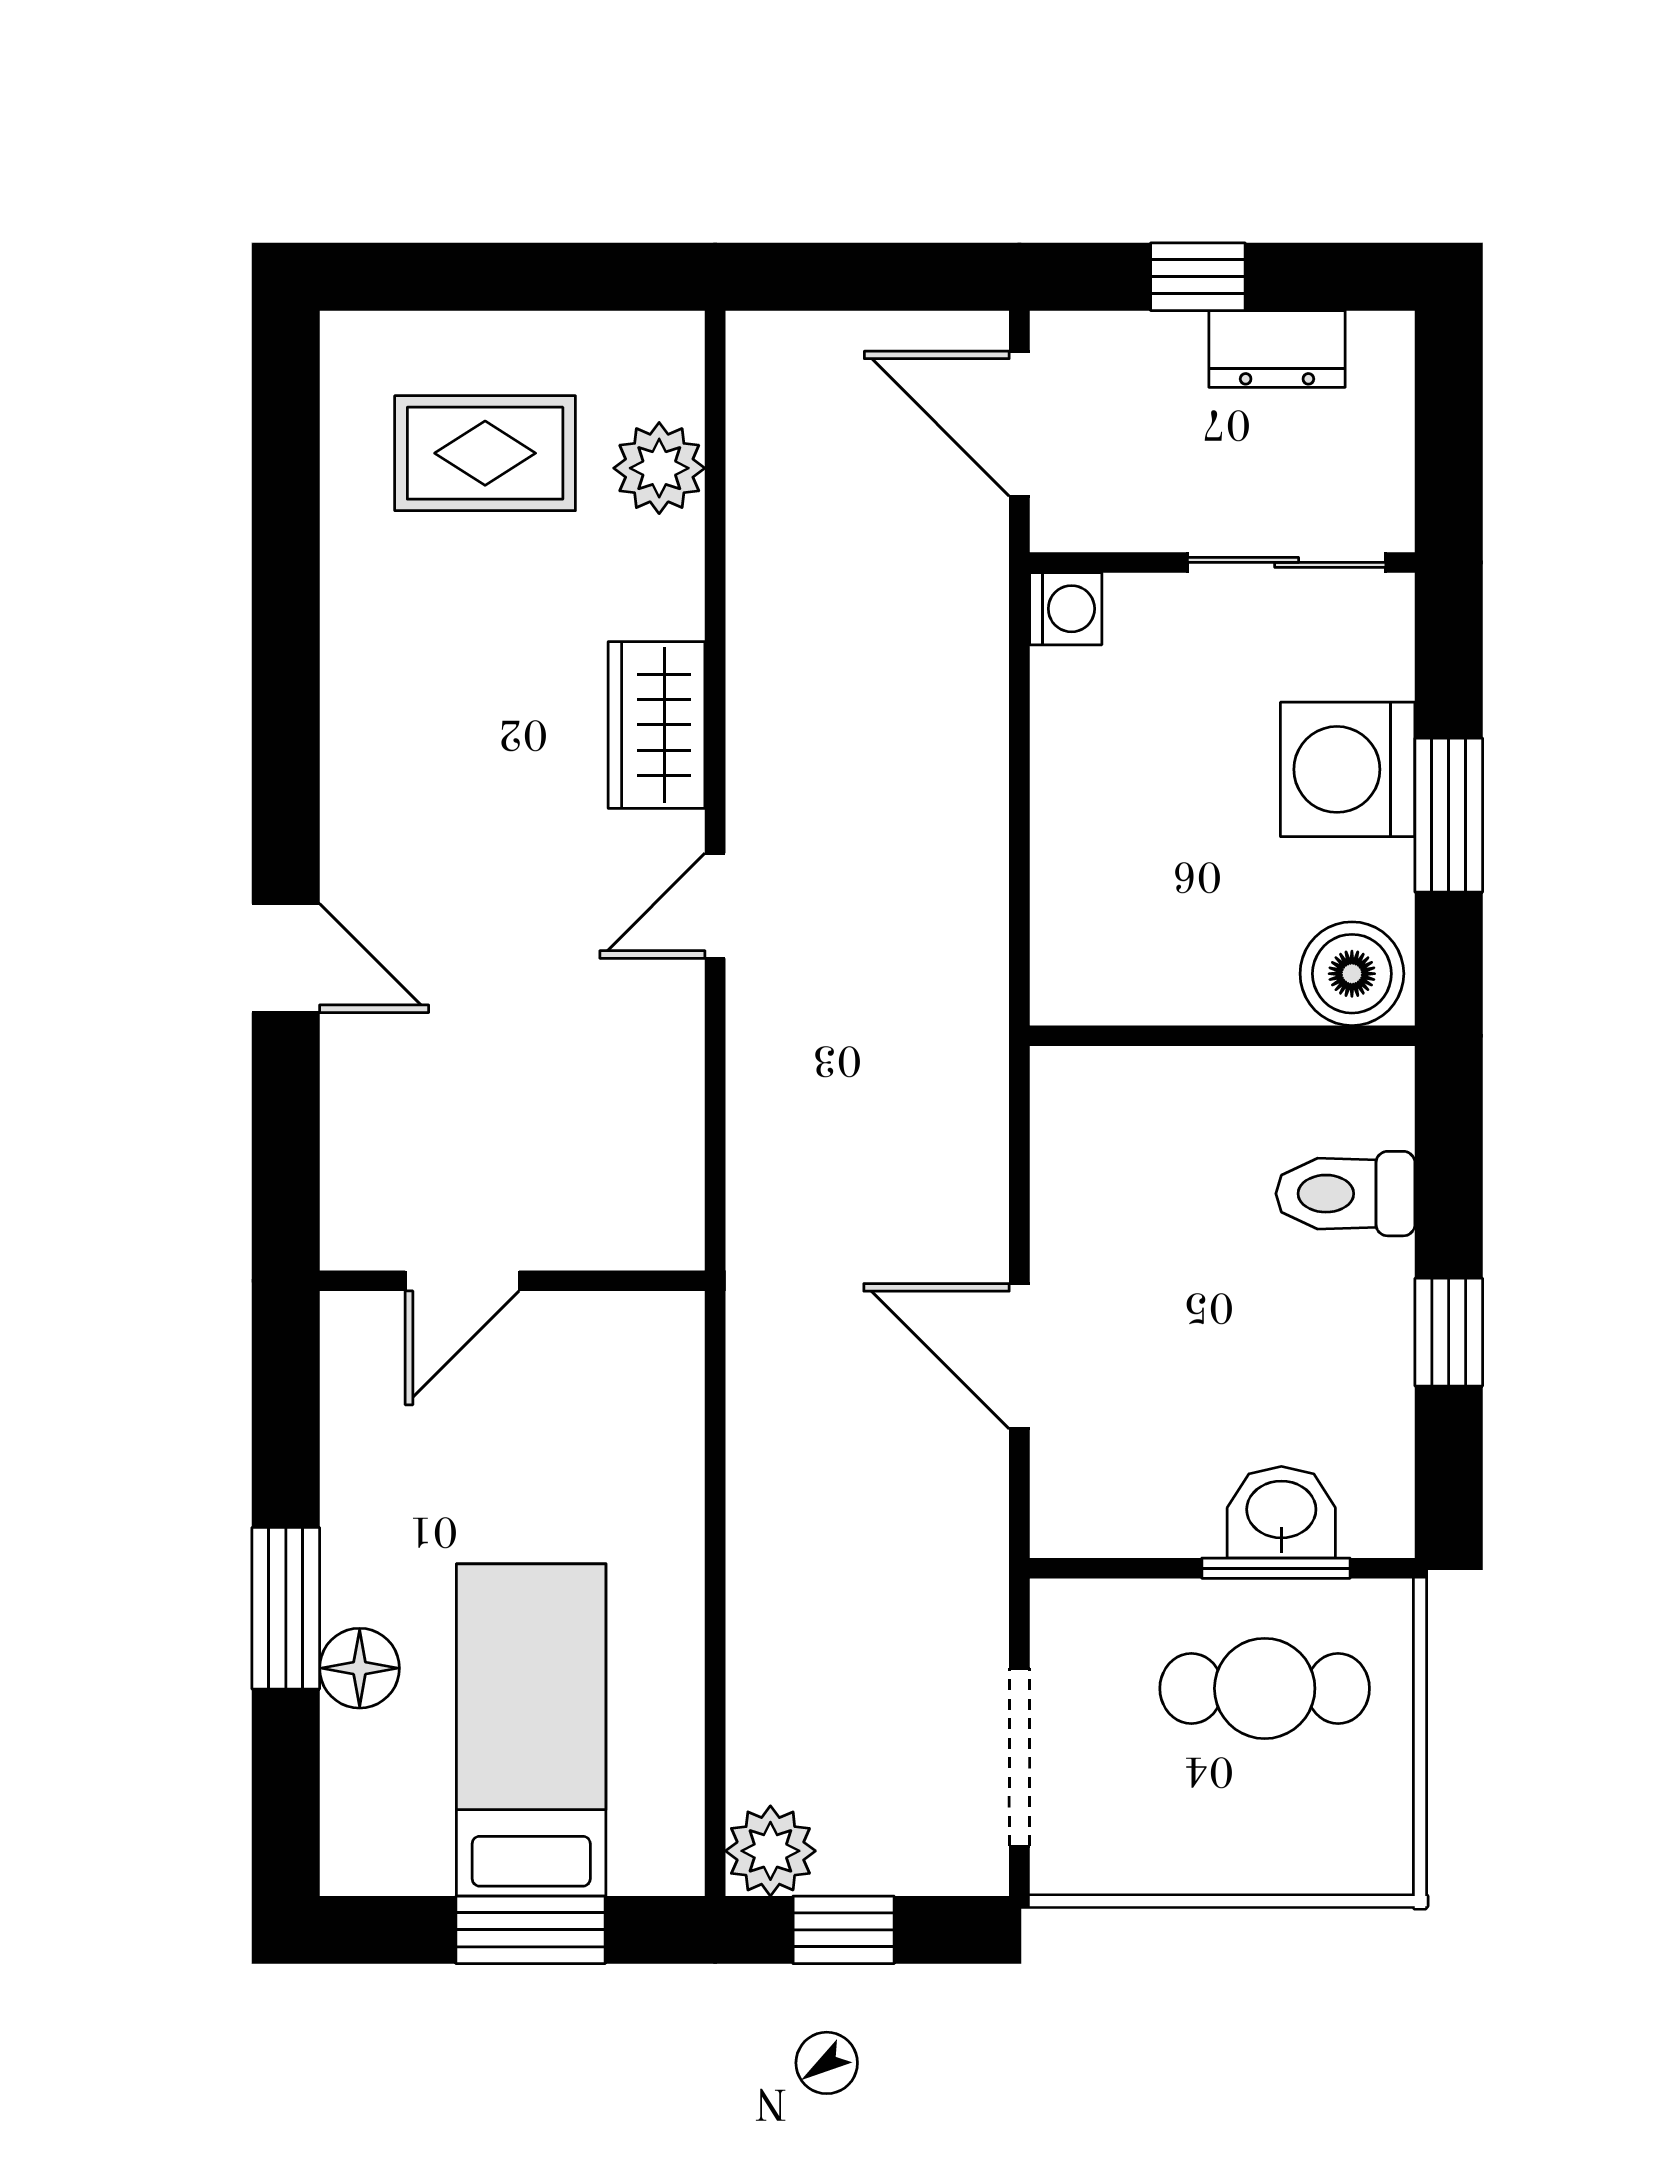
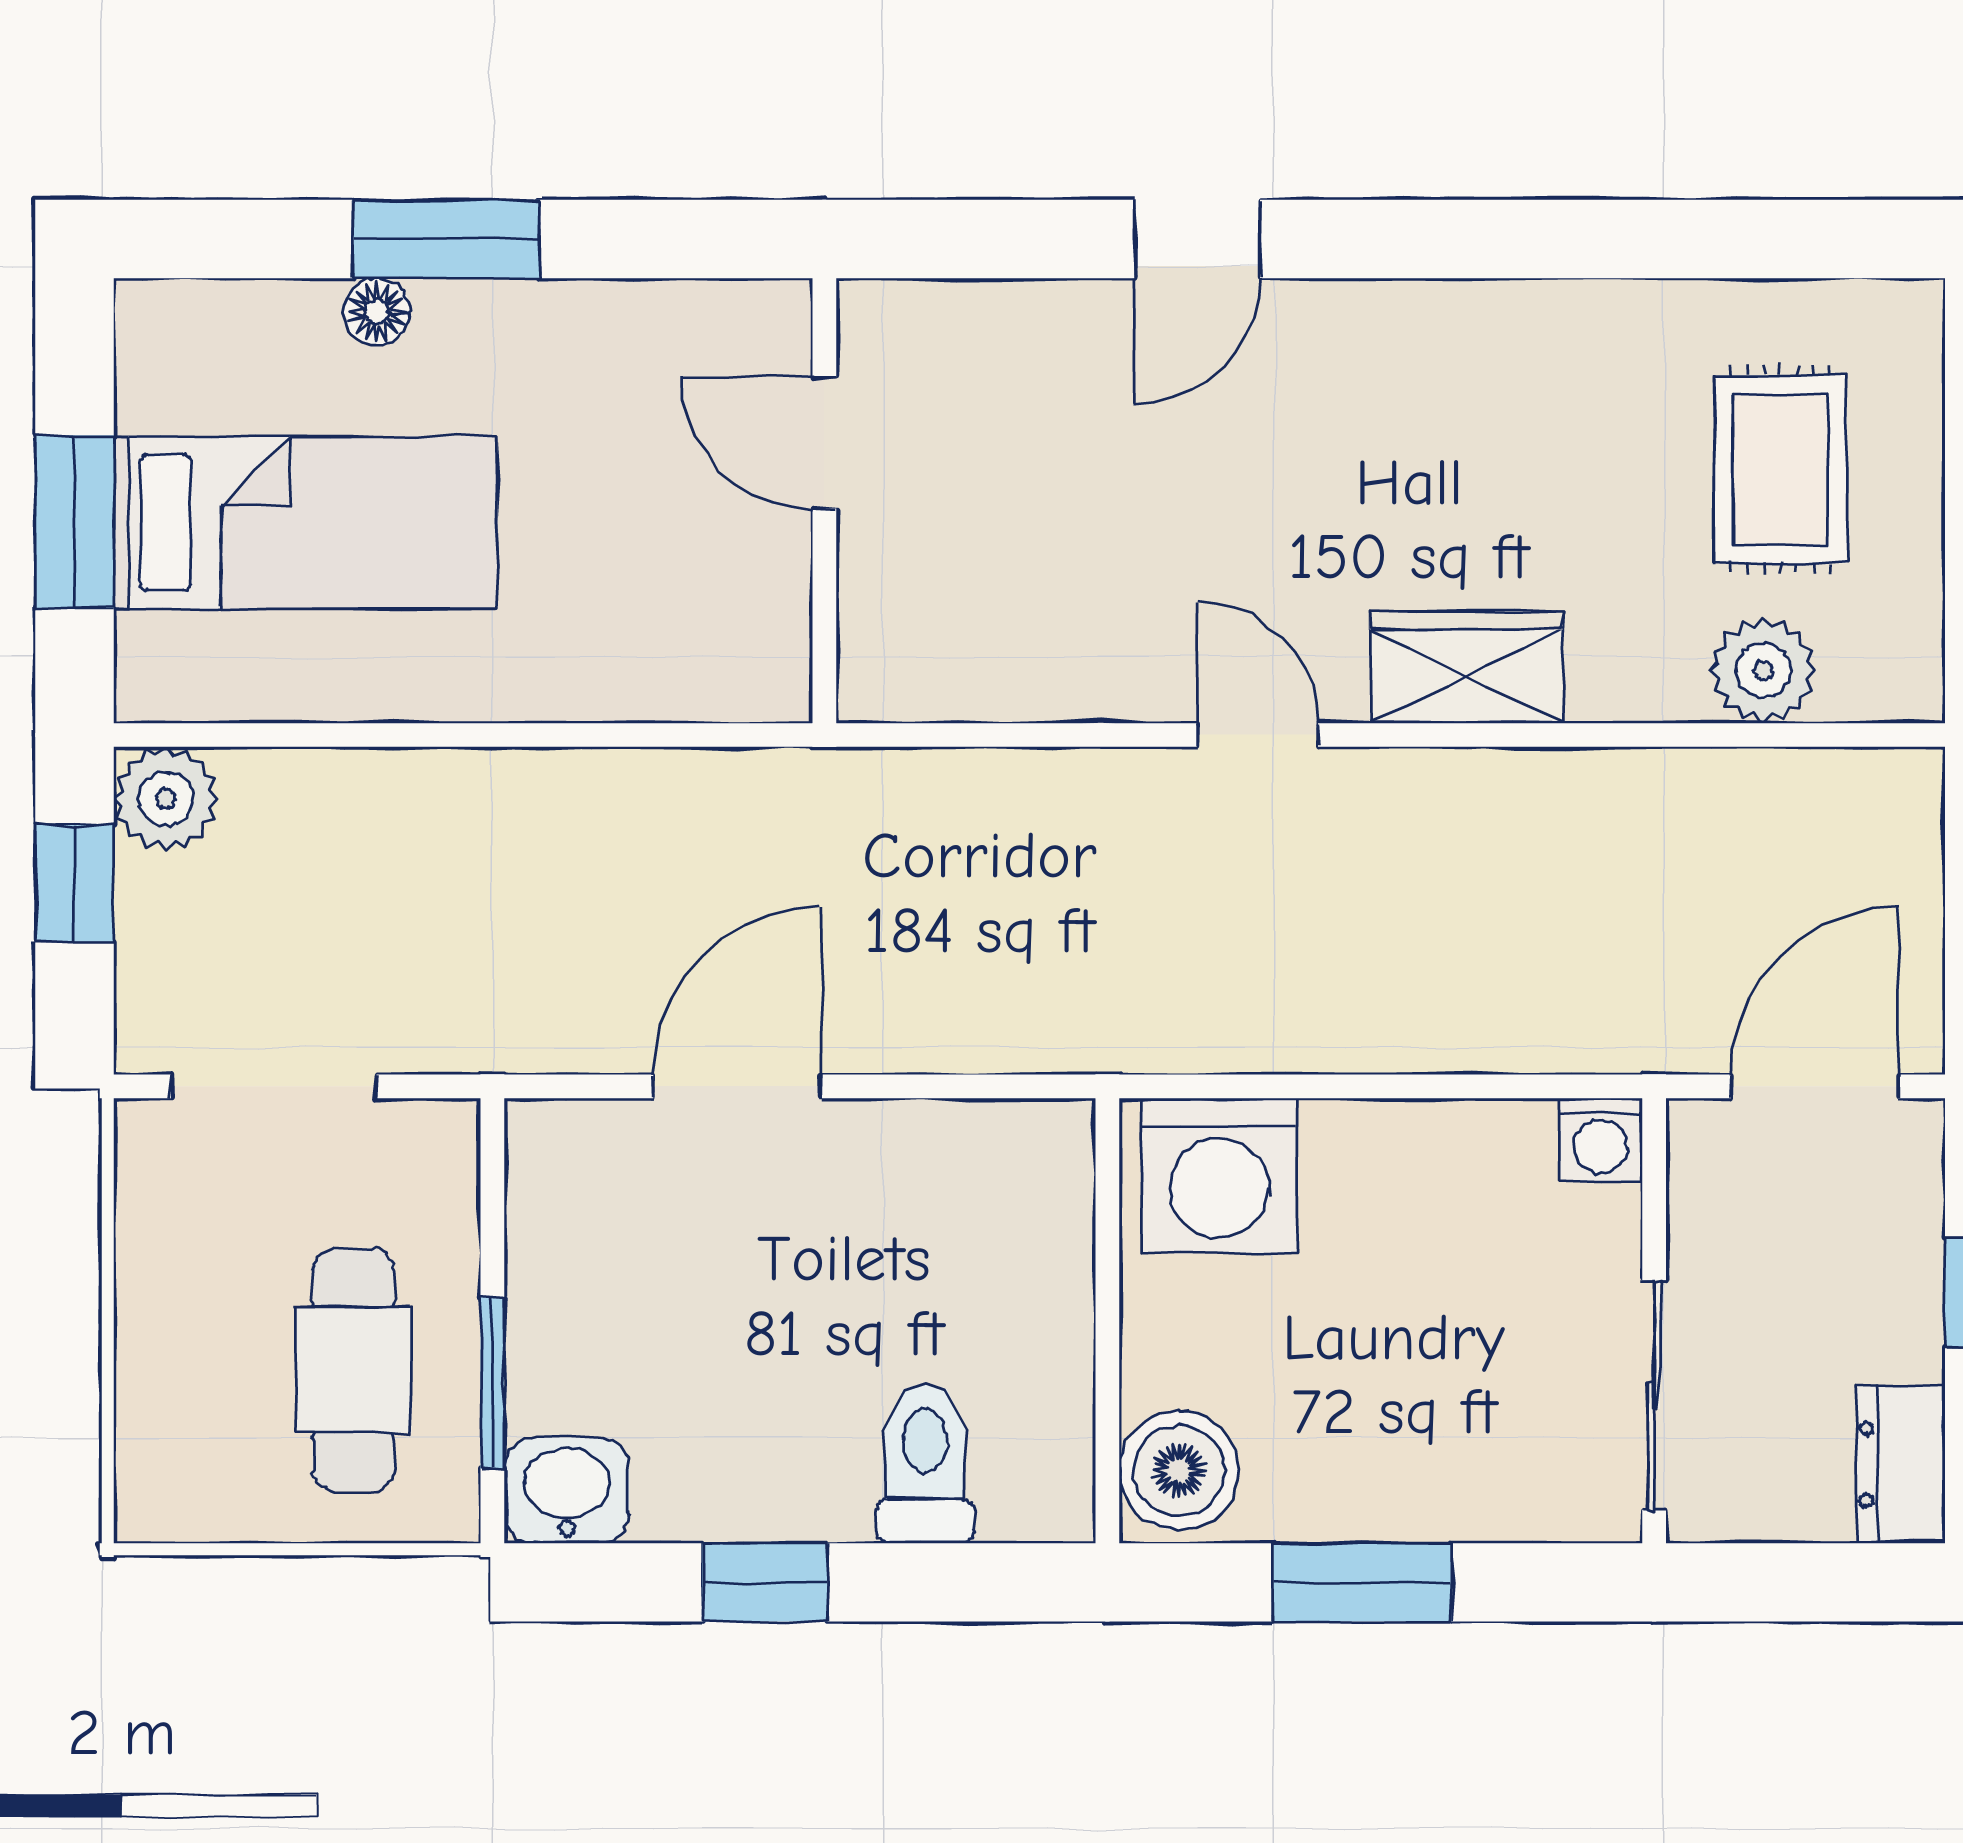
dresser: (1277, 349) -> (1901, 1465), moved
washing machine: (1348, 769) -> (1219, 1176), moved, turned 180
washbasin: (1281, 1512) -> (567, 1490), moved, turned -90
floor lamp: (360, 1668) -> (377, 312), width x0.73, depth x0.73

